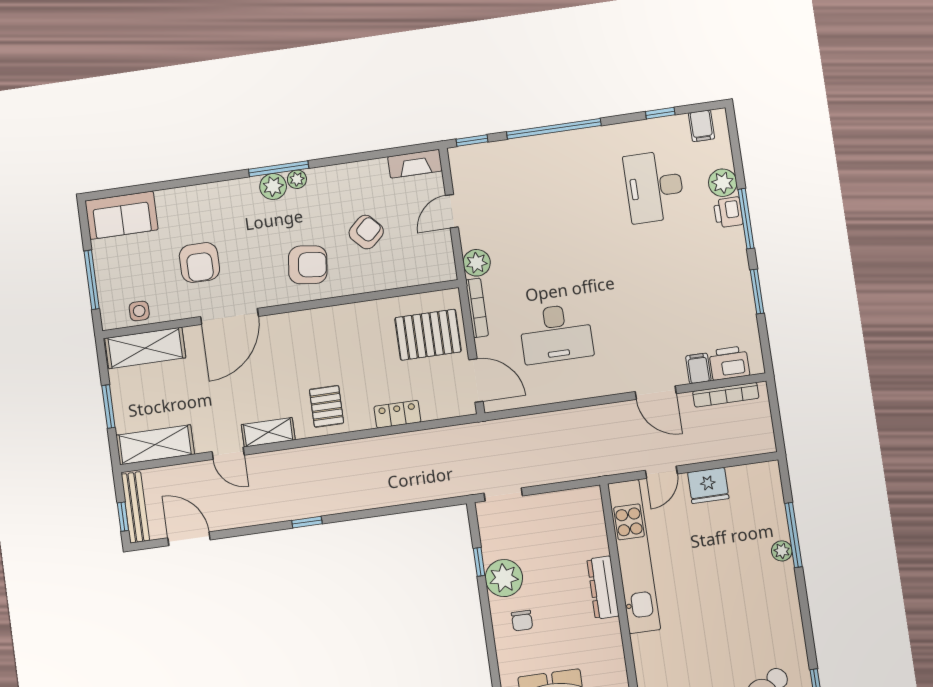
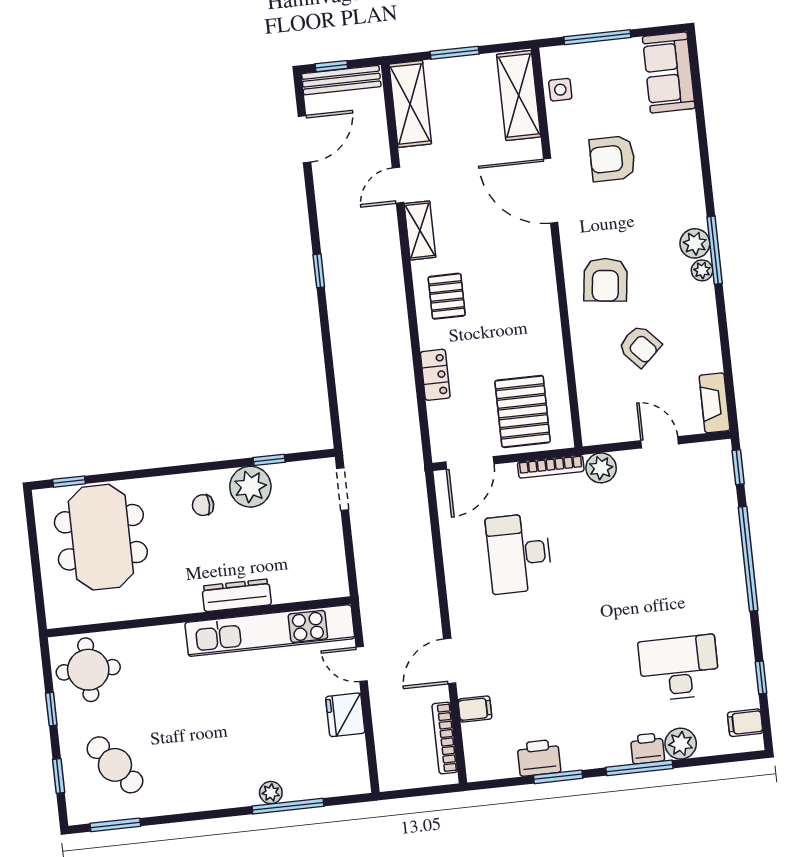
printer: (729, 363) -> (539, 758), moved, turned -90
pallet: (327, 406) -> (447, 296), turned 90

